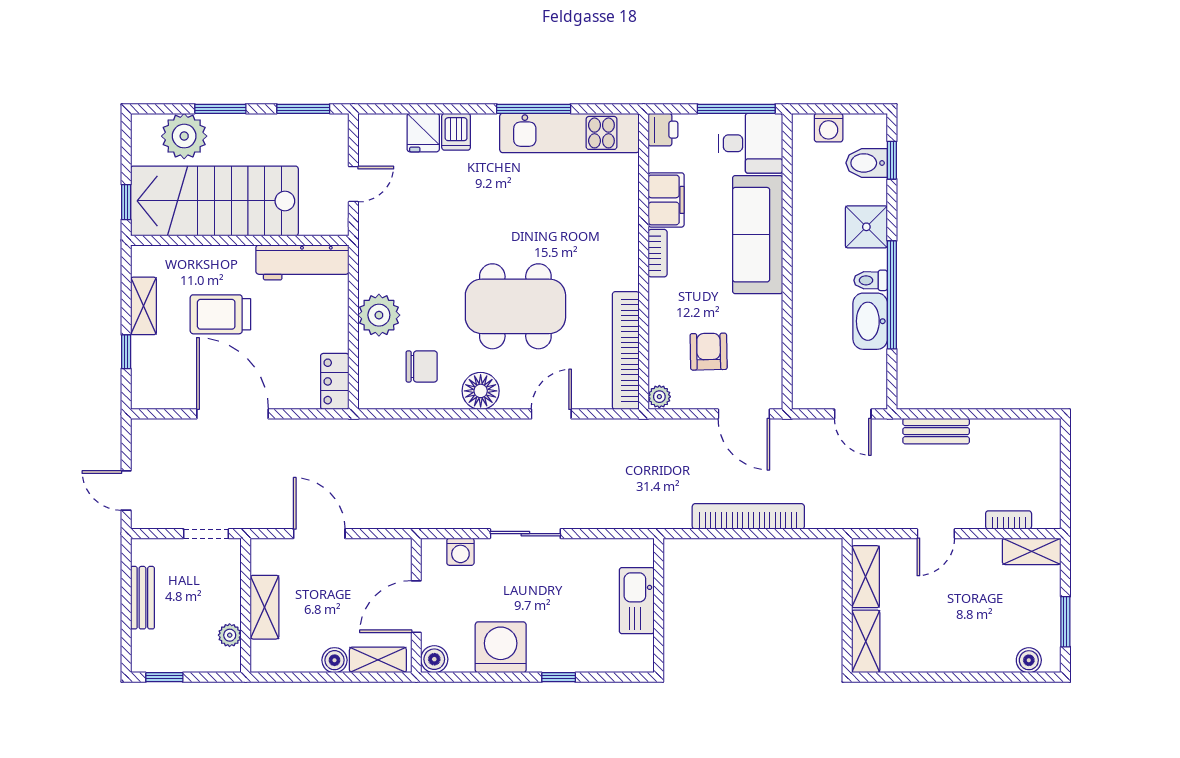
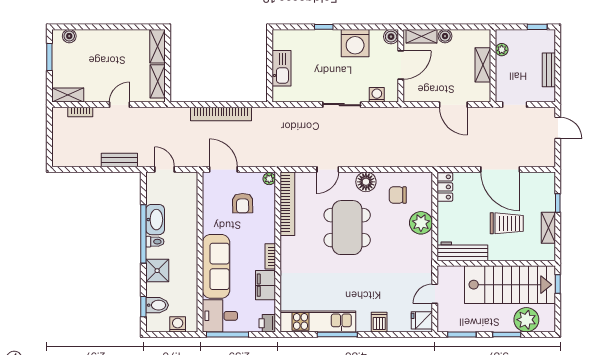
fridge: (423, 133) -> (422, 320), moved, turned -90
dining table: (515, 306) -> (347, 228), turned 90

